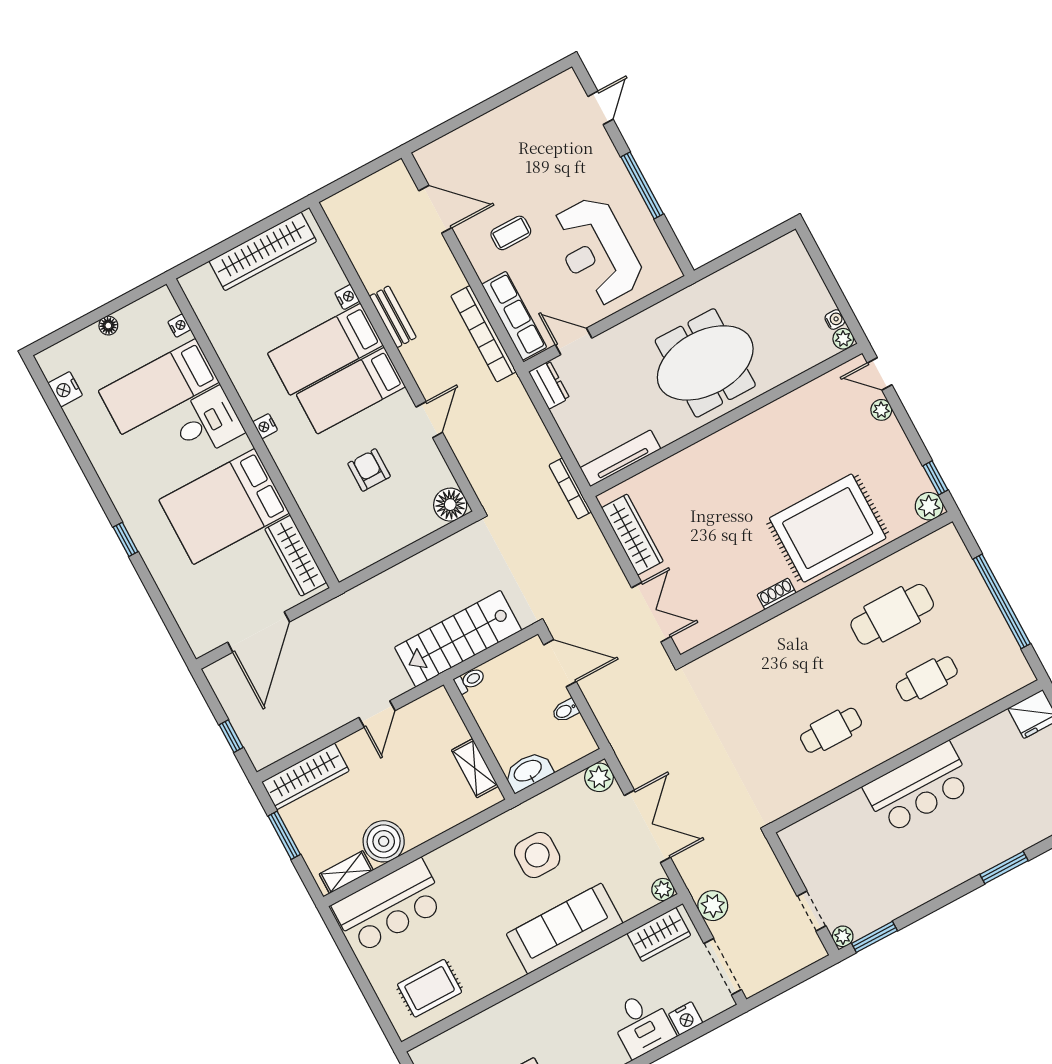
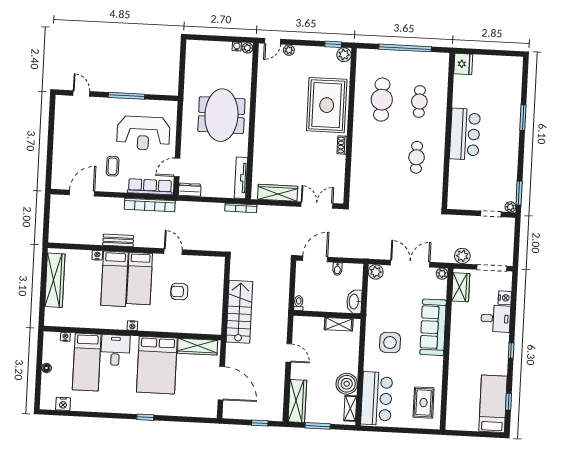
floor lamp: (450, 505) -> (216, 265), removed
stairs: (458, 639) -> (239, 312), moved, turned 180
side table: (537, 855) -> (390, 343), moved

